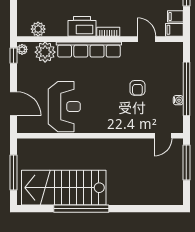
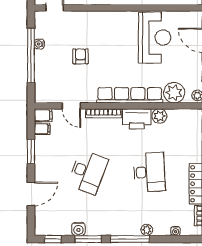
plant: (38, 29) -> (159, 116), moved
bookcase: (108, 32) -> (104, 113), width x1.56
reception desk: (64, 107) -> (155, 38), turned 180

